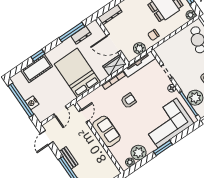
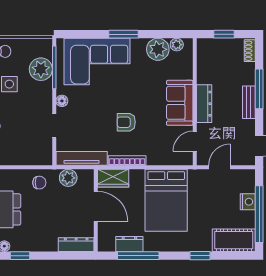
cot: (37, 69) -> (234, 240), moved
dresser: (93, 140) -> (204, 104), added

